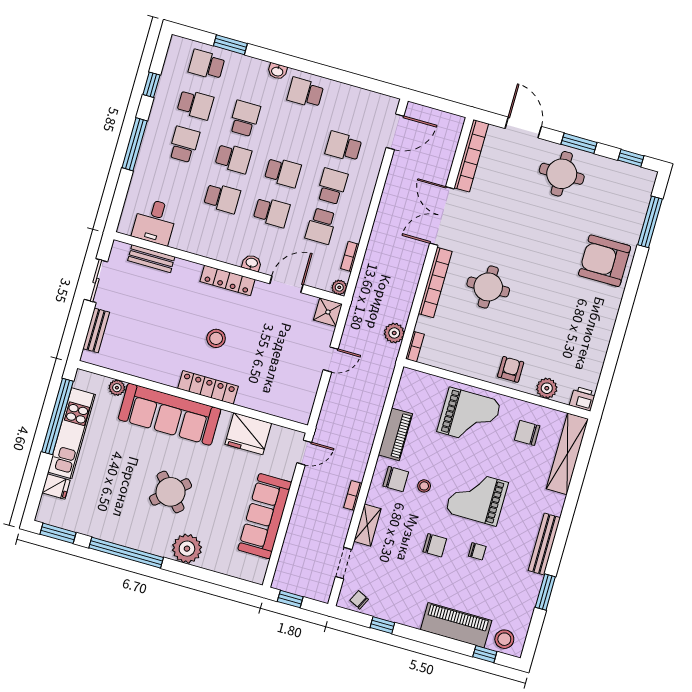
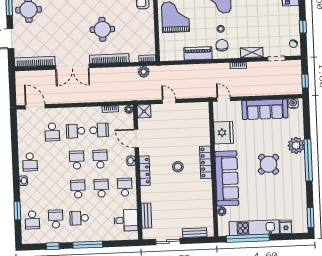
school desk: (245, 118) -> (125, 187), moved, turned 90
chair: (435, 545) -> (251, 13), removed
window: (126, 553) -> (308, 160), moved
water cooler: (259, 567) -> (293, 103), added

